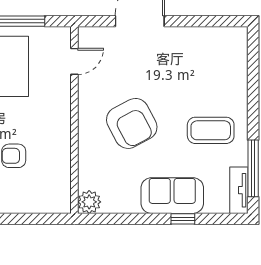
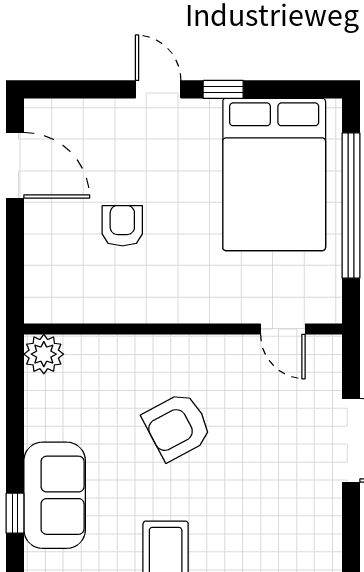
armchair: (132, 123) -> (177, 426), width x0.73, depth x0.73

